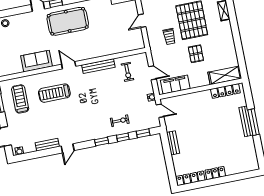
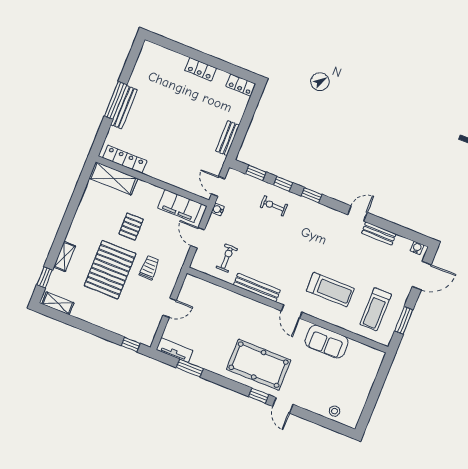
locker: (190, 178) -> (241, 85), width x0.66

